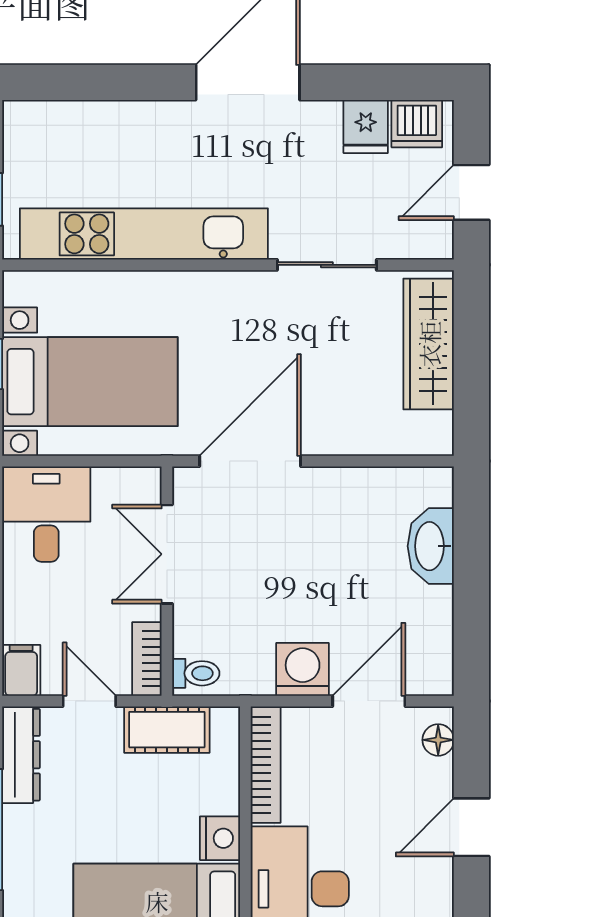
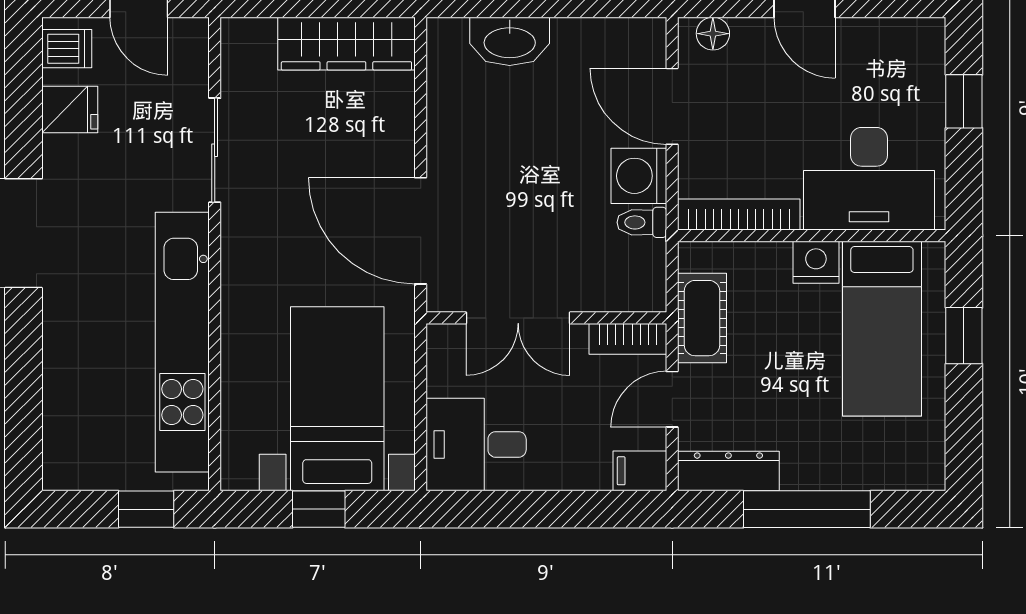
dishwasher: (417, 124) -> (67, 49), width x0.73
wardrobe: (429, 344) -> (346, 44), moved
toilet: (196, 673) -> (642, 222), moved, turned -90

